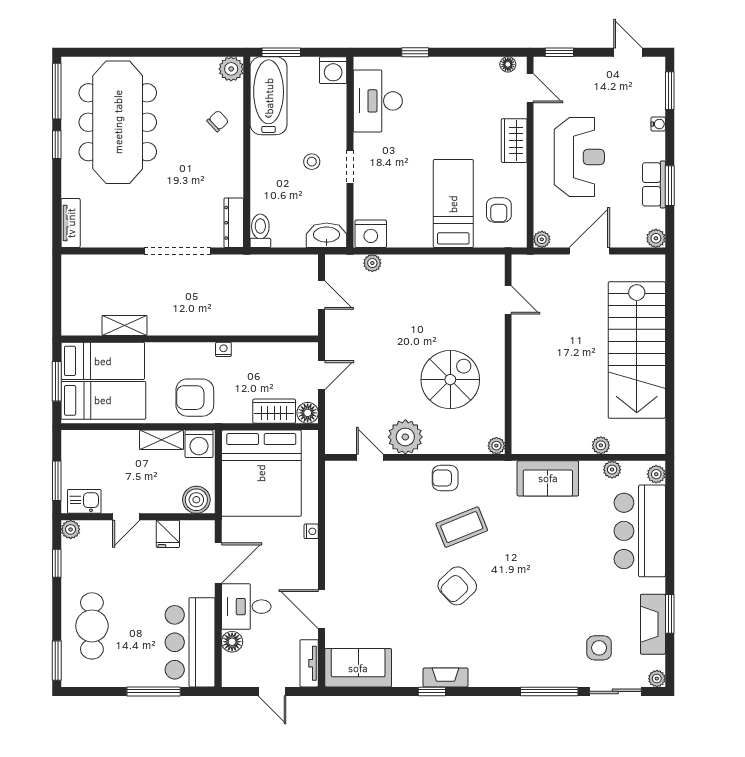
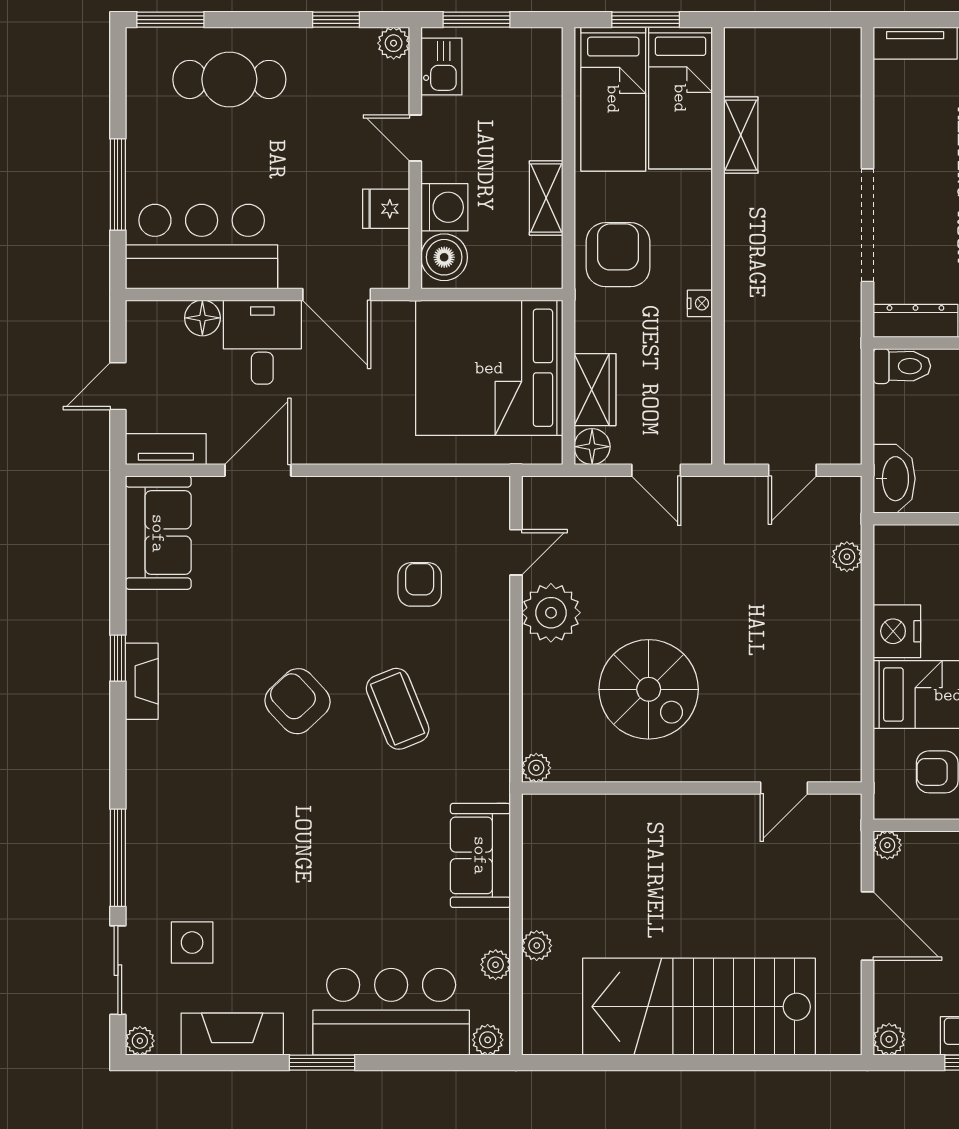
nightstand: (371, 234) -> (897, 631), moved
washing machine: (199, 444) -> (444, 207), moved, turned 180
armchair: (445, 478) -> (420, 584), moved
nightstand: (311, 531) -> (390, 453), removed
window: (670, 614) -> (322, 1063), moved

